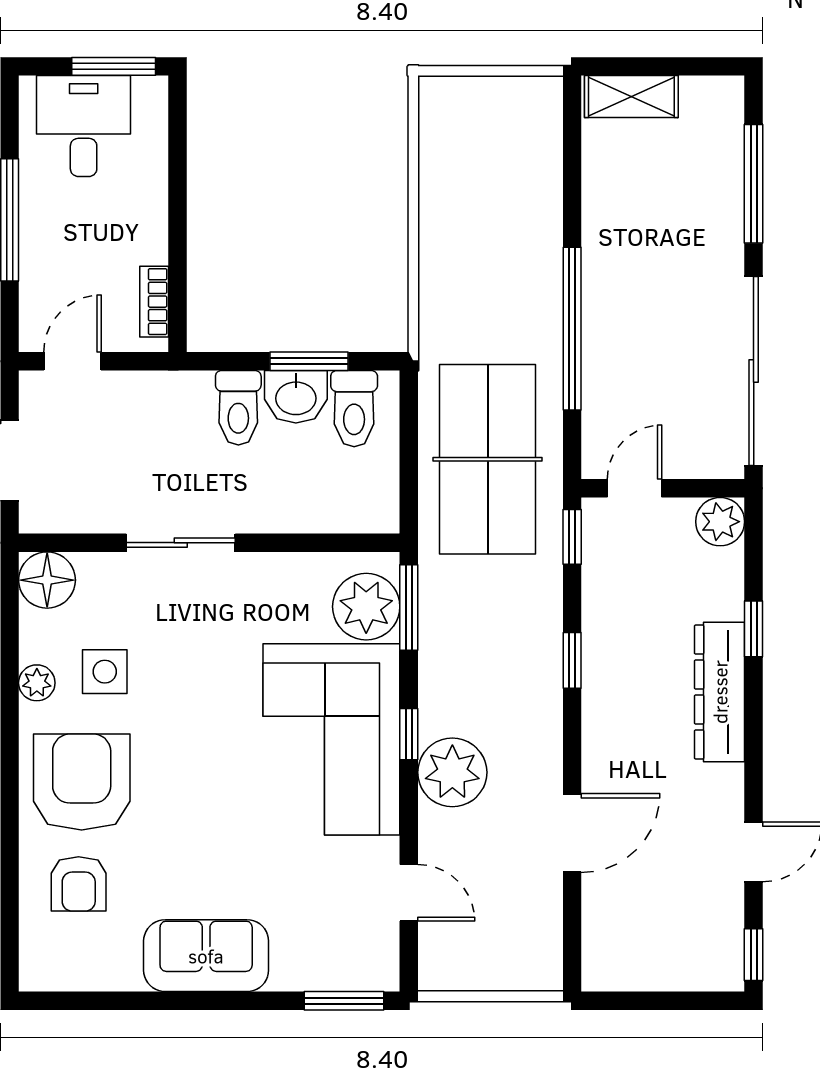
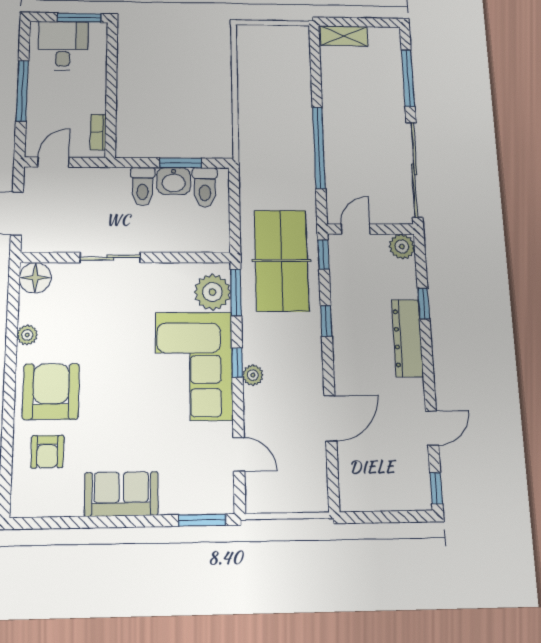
table tennis table: (488, 459) -> (281, 260), moved
side table: (105, 672) -> (66, 328), removed
plant: (452, 772) -> (253, 375), width x0.53, depth x0.53

